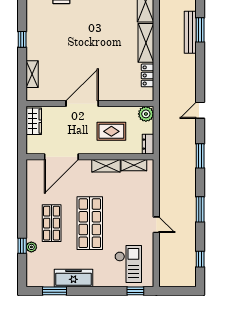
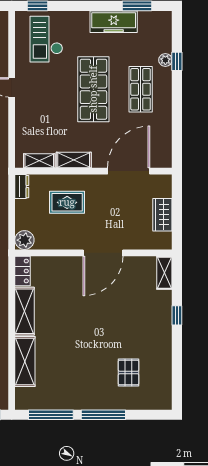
door: (82, 104) -> (103, 253), moved
wall: (90, 104) -> (93, 253), moved
plant: (146, 114) -> (24, 240), moved

